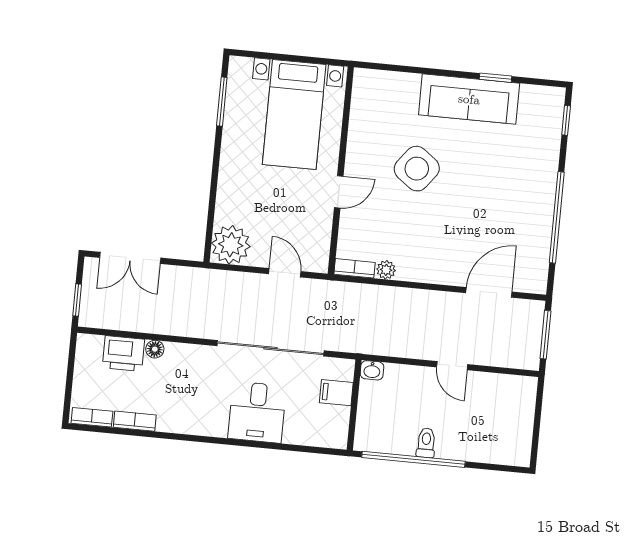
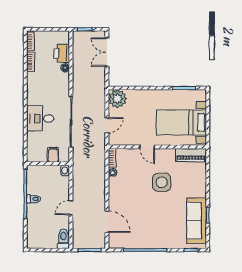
sofa: (469, 99) -> (197, 221), moved
piano: (365, 101) -> (191, 155), added
side table: (417, 169) -> (162, 182), turned -37
toilet: (516, 388) -> (63, 239), added

